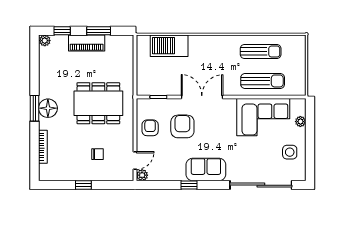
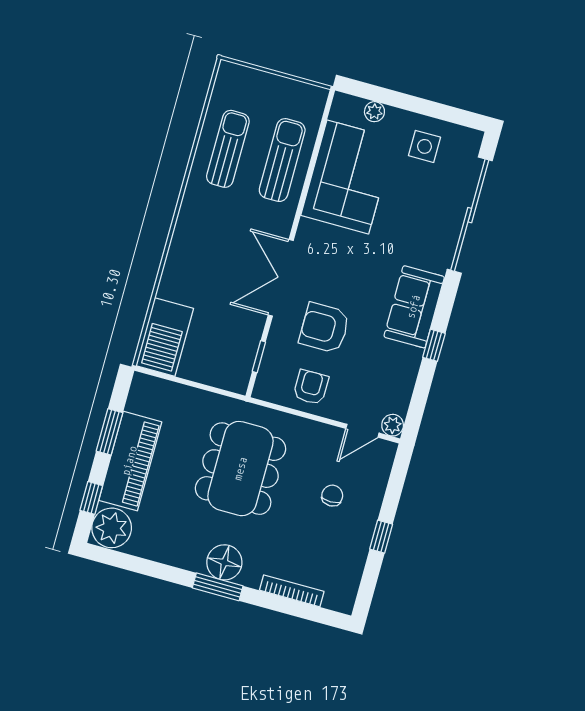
plant: (45, 41) -> (112, 528), width x1.87, depth x1.87
piano: (87, 43) -> (130, 461), width x1.37, depth x1.33
barbecue: (169, 46) -> (165, 337), moved
armchair: (150, 128) -> (311, 387), turned 90
door: (135, 160) -> (362, 431), swing flipped

